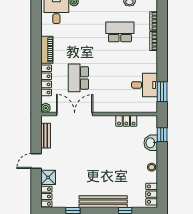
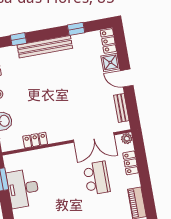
locker: (46, 80) -> (131, 163), width x0.66
desk: (145, 85) -> (23, 188), width x1.37
door: (36, 161) -> (127, 78), swing flipped

